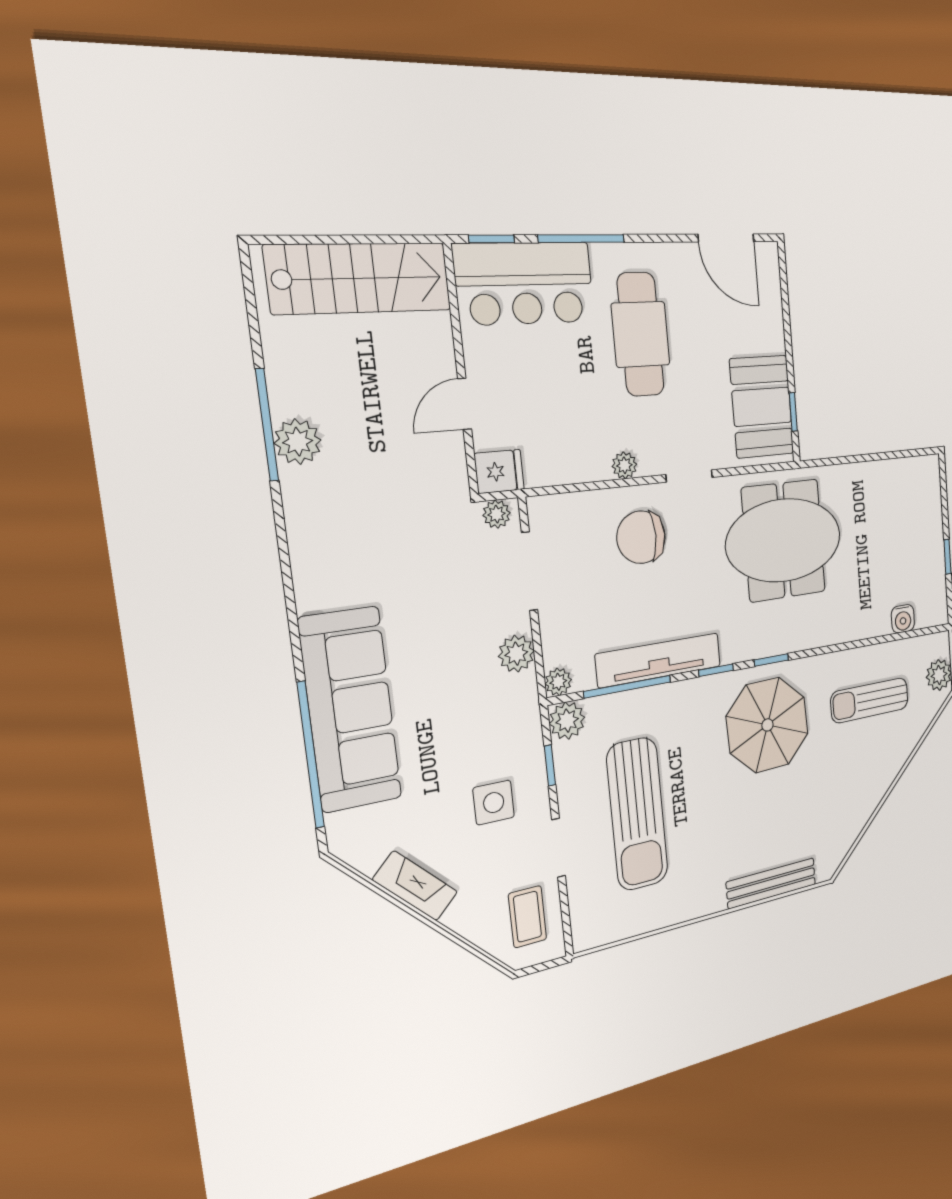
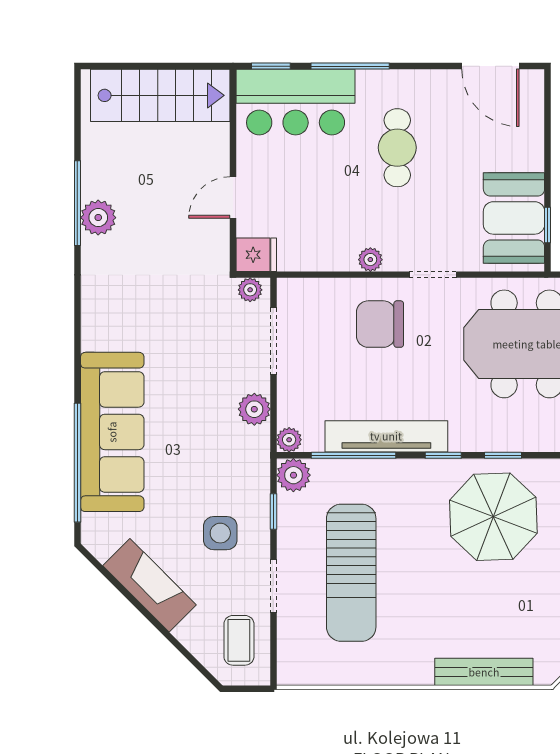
cafe table: (641, 334) -> (397, 148), width x0.73, depth x0.74
fireplace: (415, 886) -> (150, 585), width x1.37, depth x1.32

